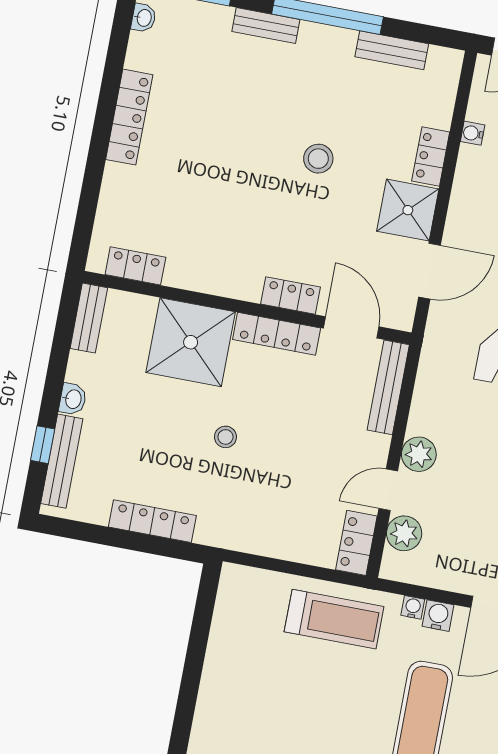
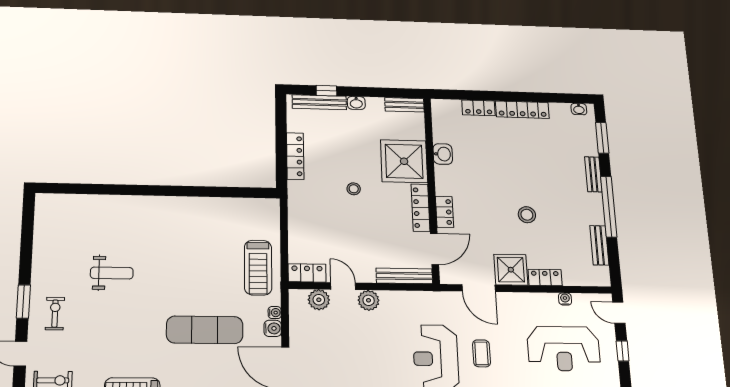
locker: (135, 266) -> (478, 108), moved, turned 90
washbasin: (188, 274) -> (443, 154), added

